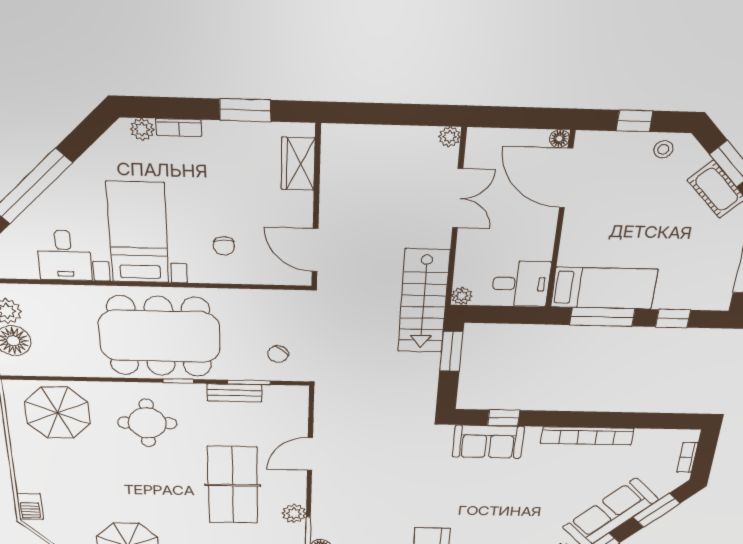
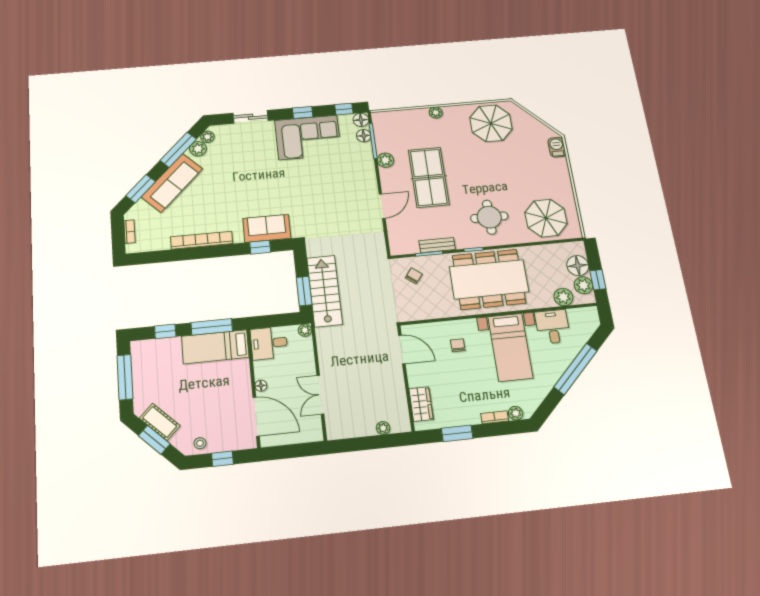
plant: (450, 137) -> (383, 428), moved
floor lamp: (559, 139) -> (261, 386), moved
plant: (41, 297) -> (563, 297), added
stairs: (424, 301) -> (325, 291), moved

